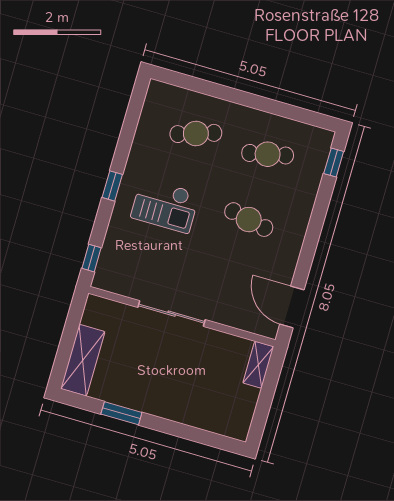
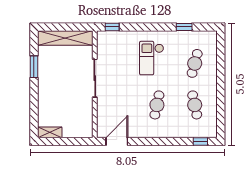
cafe table: (196, 133) -> (195, 63), turned 33
window: (112, 186) -> (184, 27), moved
shelving: (83, 360) -> (65, 38), width x1.47
shelving: (258, 365) -> (50, 132), moved

